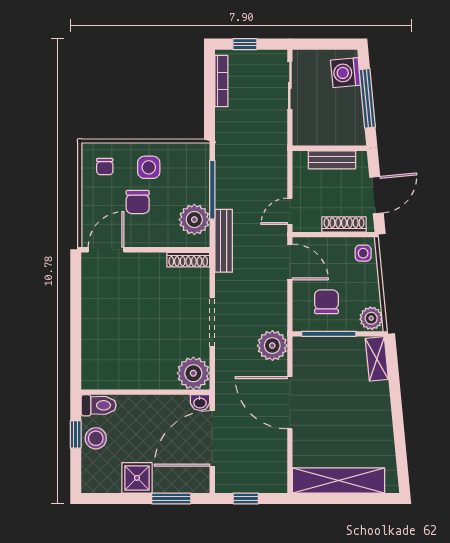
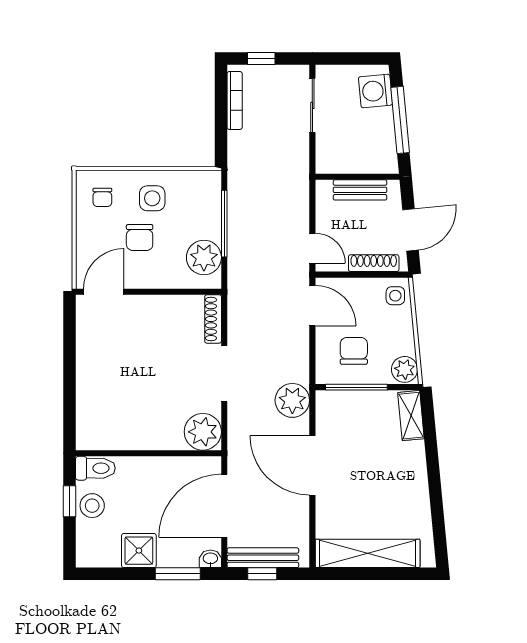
door: (290, 211) -> (312, 248), swing flipped
bench: (224, 241) -> (263, 558), moved, turned 90
shoe rack: (188, 260) -> (213, 319), moved, turned 90
washbasin: (200, 402) -> (210, 559), moved, turned 180

